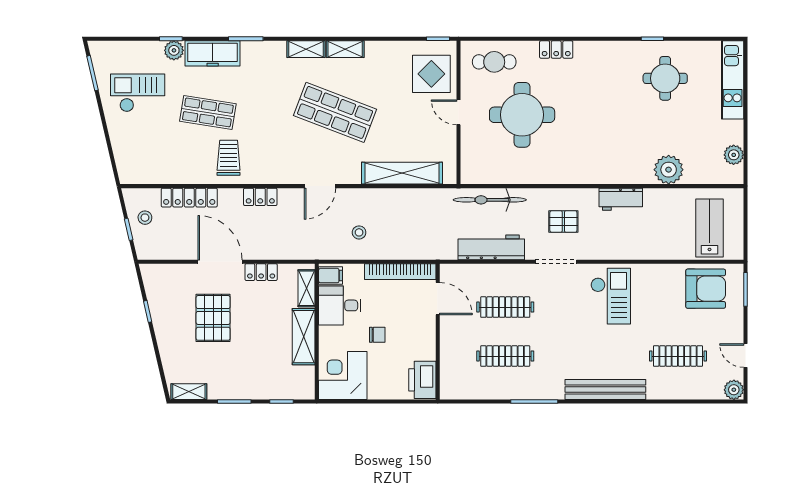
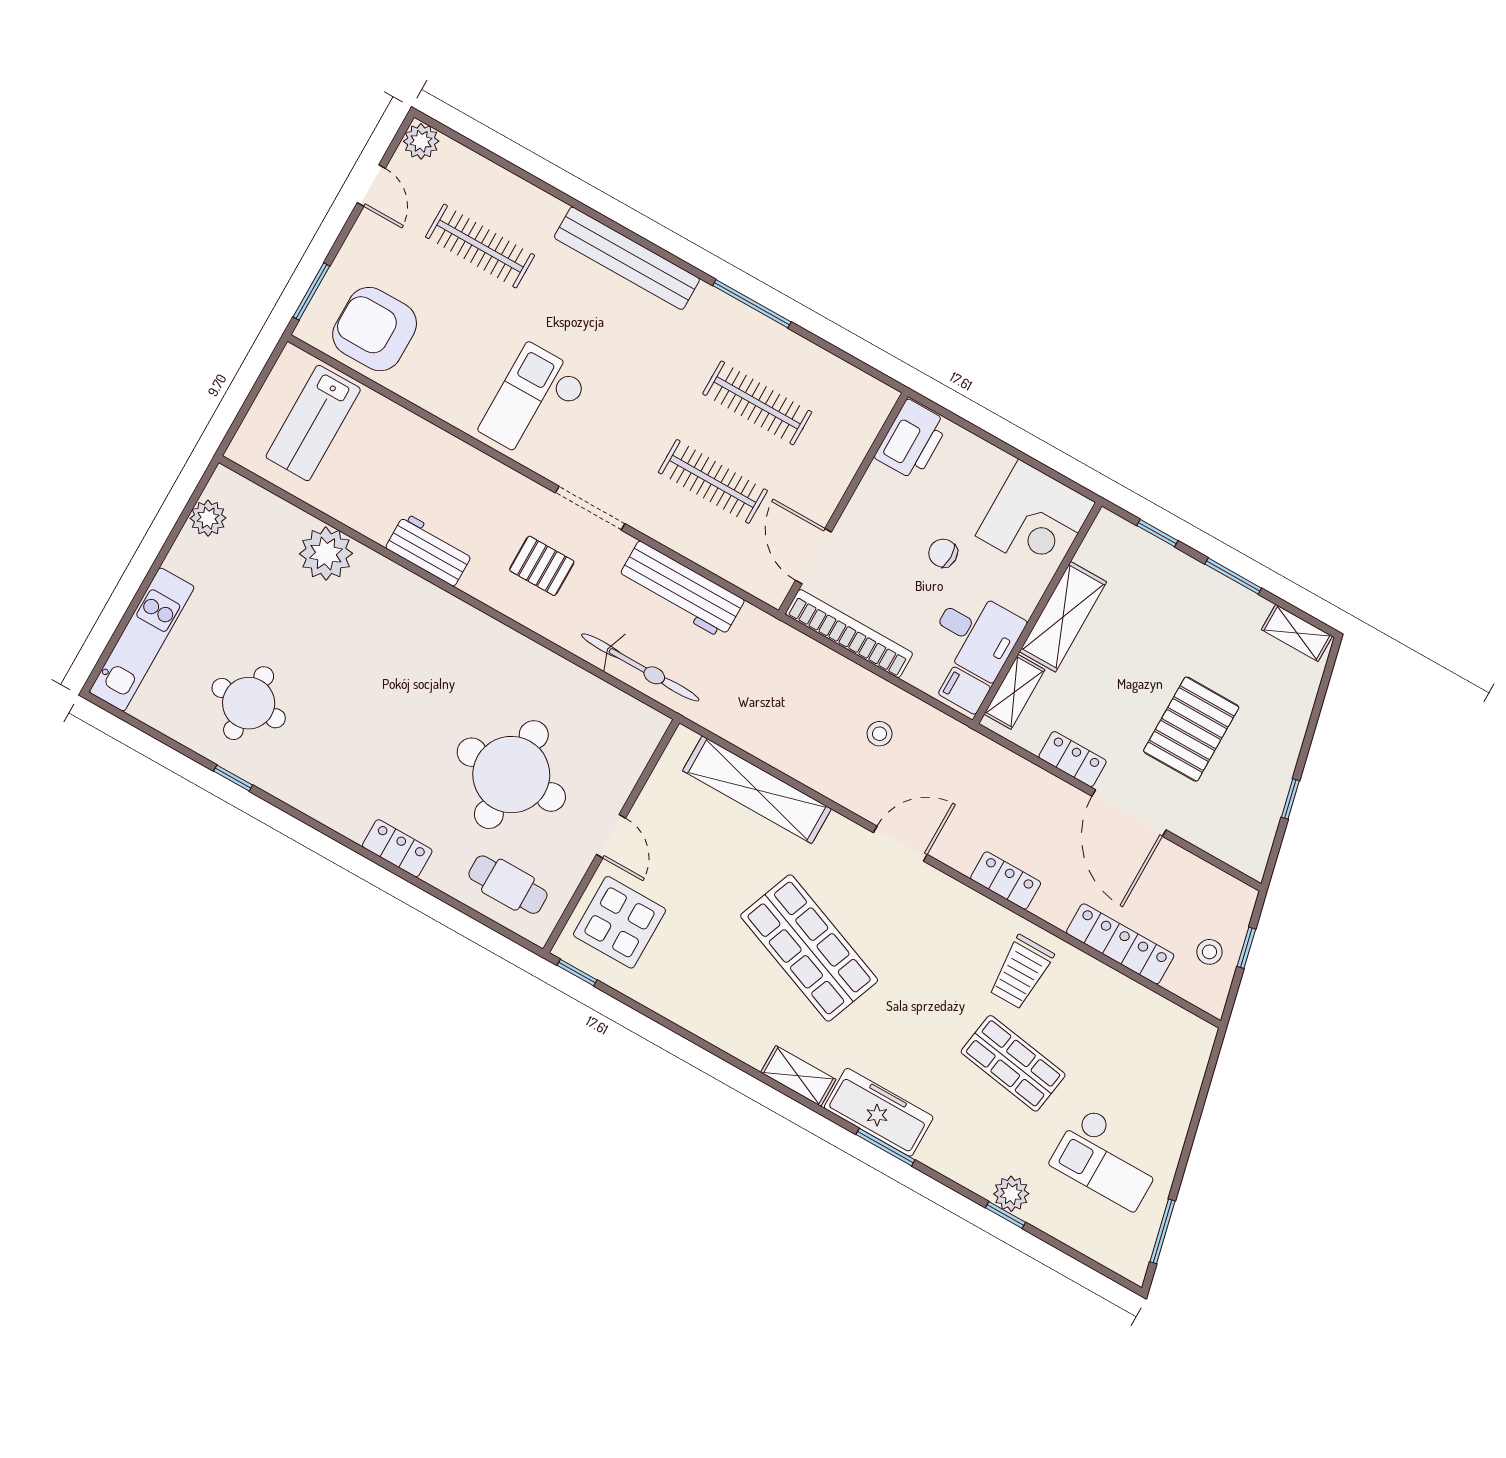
shelving: (345, 49) -> (736, 1040), removed
freezer: (213, 53) -> (879, 1112), moved

